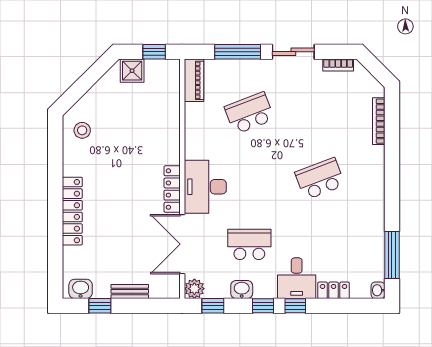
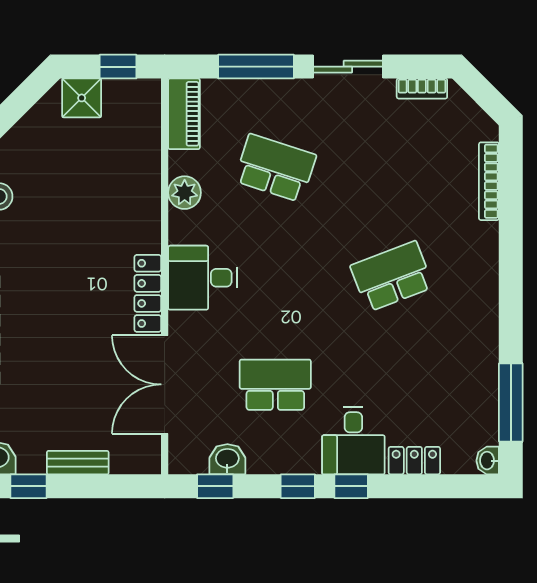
school desk: (249, 113) -> (275, 168), turned 39
desk: (205, 187) -> (203, 278), width x0.73
plant: (194, 289) -> (185, 193), moved
washbasin: (242, 289) -> (227, 459), moved

